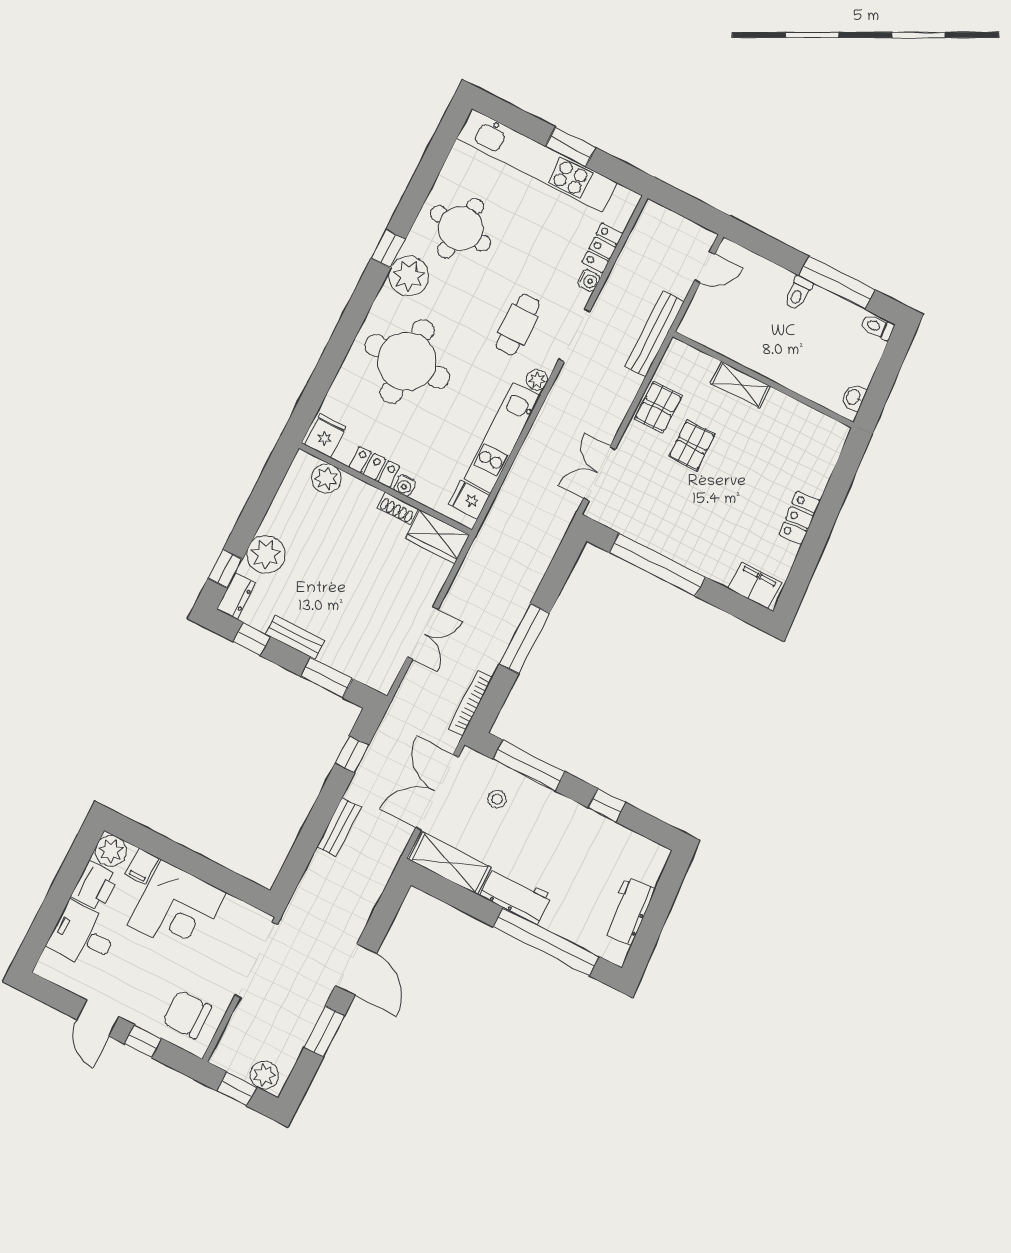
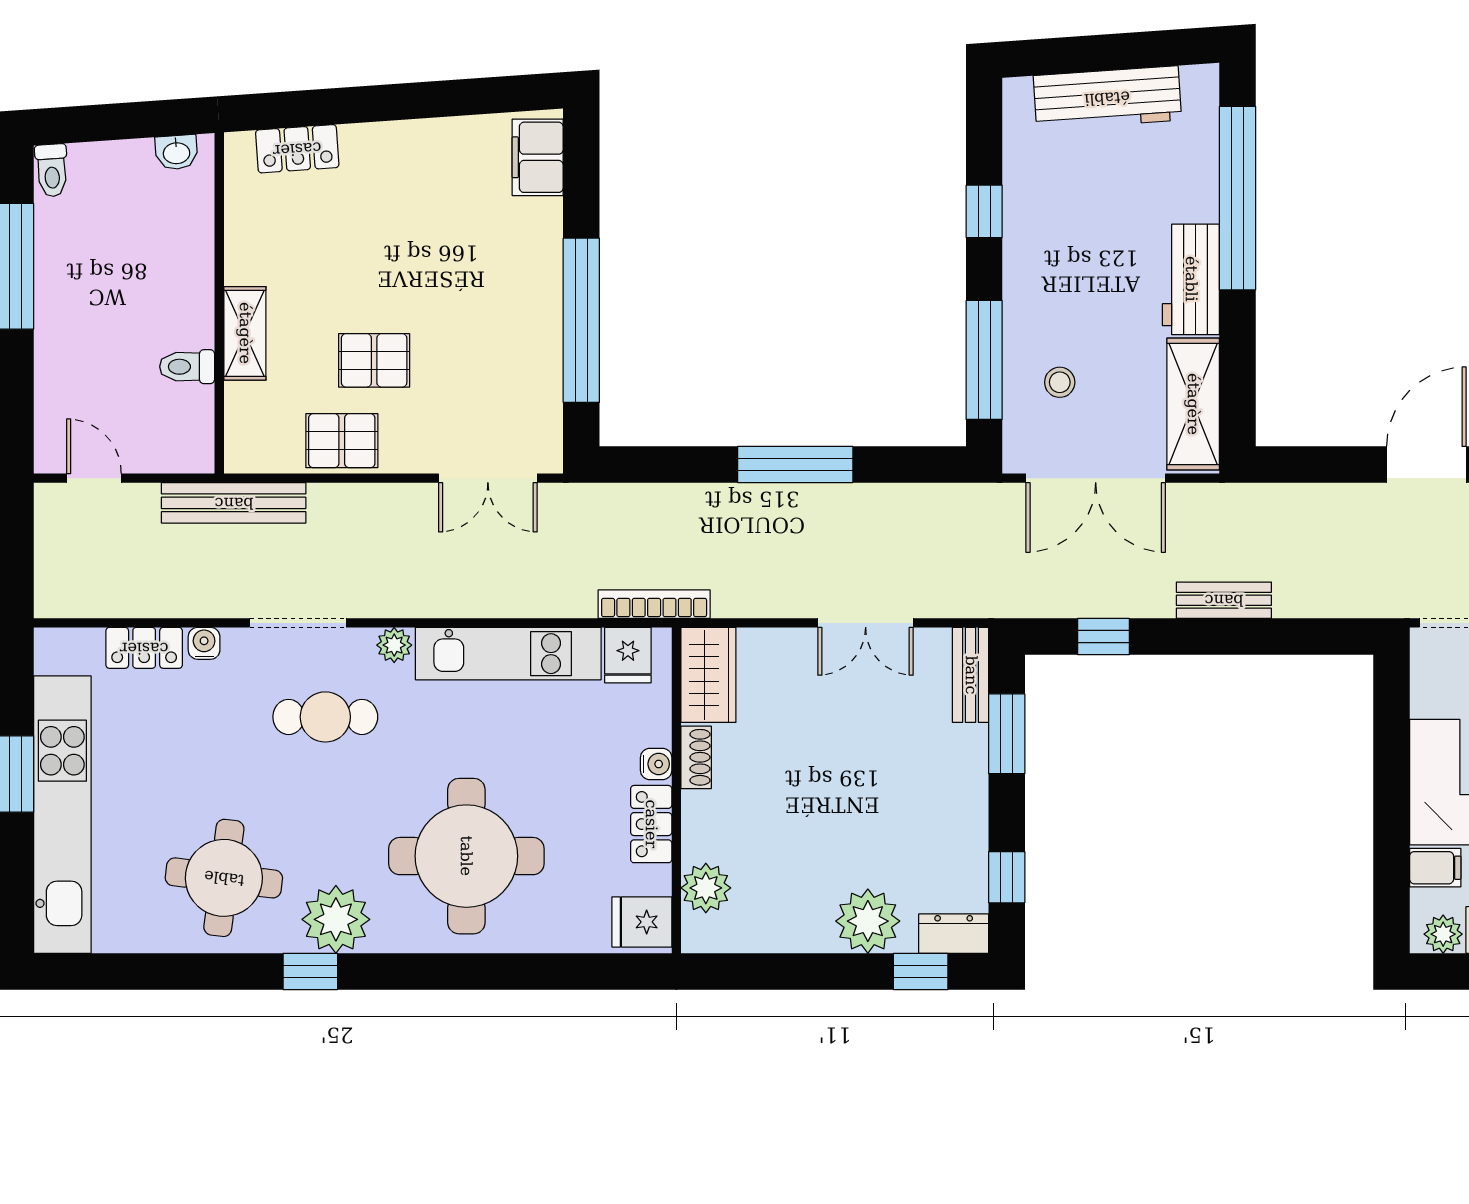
toilet: (798, 293) -> (187, 367), moved, turned 180
locker: (799, 518) -> (297, 149), moved
double door: (423, 633) -> (866, 623), swing flipped
bench: (295, 637) -> (971, 675), moved
bookcase: (470, 703) -> (654, 604), moved, turned 180
plant: (111, 851) -> (1443, 934), width x0.73, depth x0.73
workbench: (629, 911) -> (1107, 98), width x1.38

